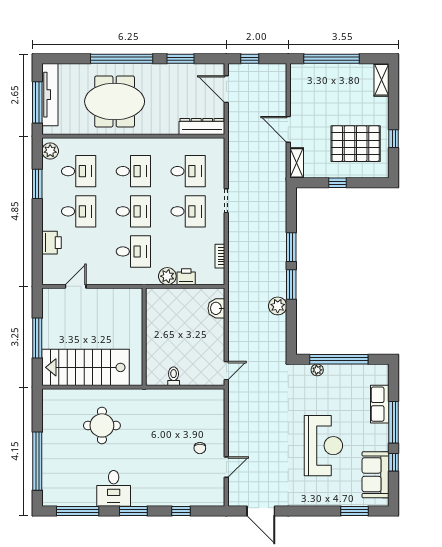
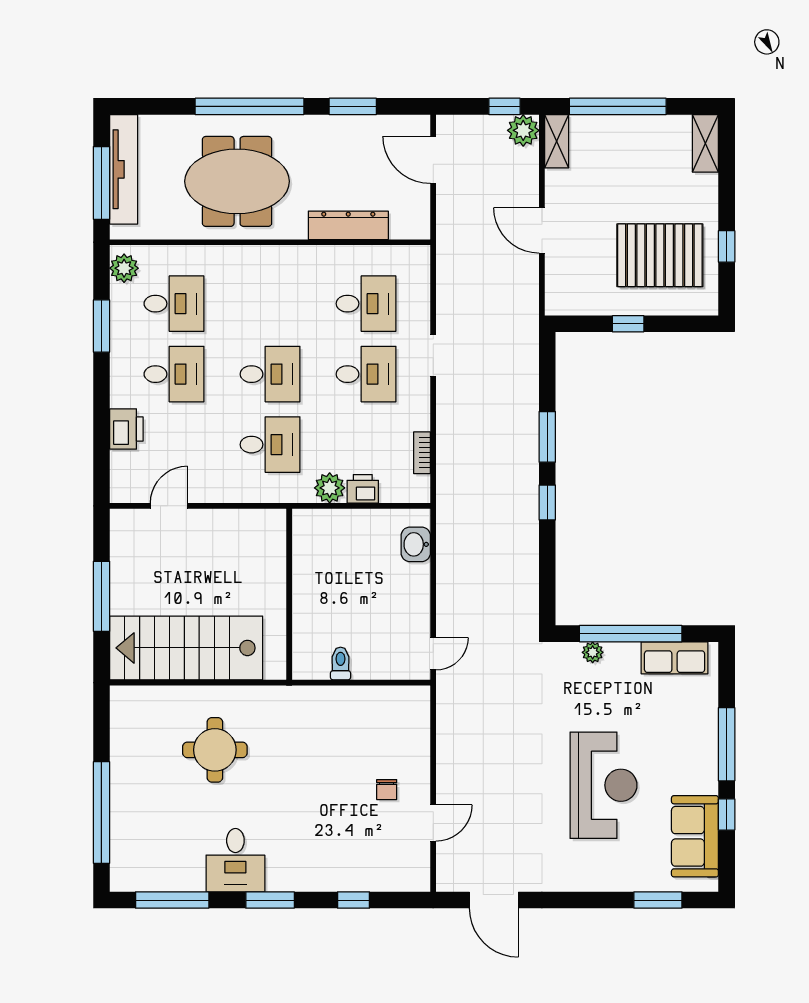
window: (250, 59) -> (504, 106), moved
dresser: (202, 127) -> (348, 225), moved
shelving: (297, 163) -> (557, 141), moved
desk: (133, 171) -> (270, 304), removed
window: (291, 284) -> (547, 502), width x0.67
plant: (278, 306) -> (523, 130), moved
row of seats: (380, 404) -> (675, 658), moved, turned -90

